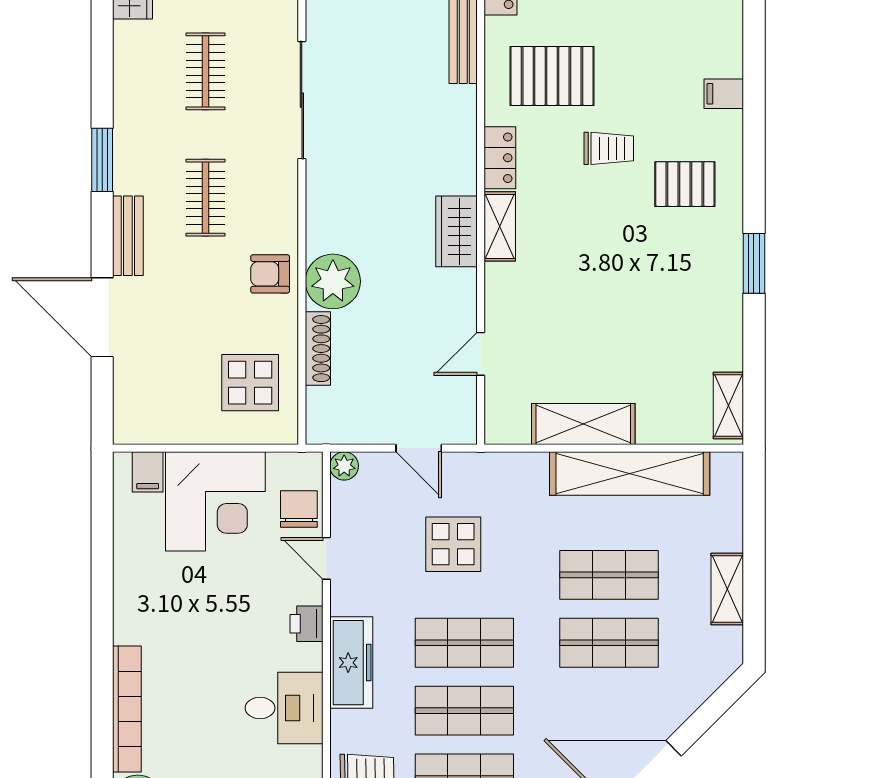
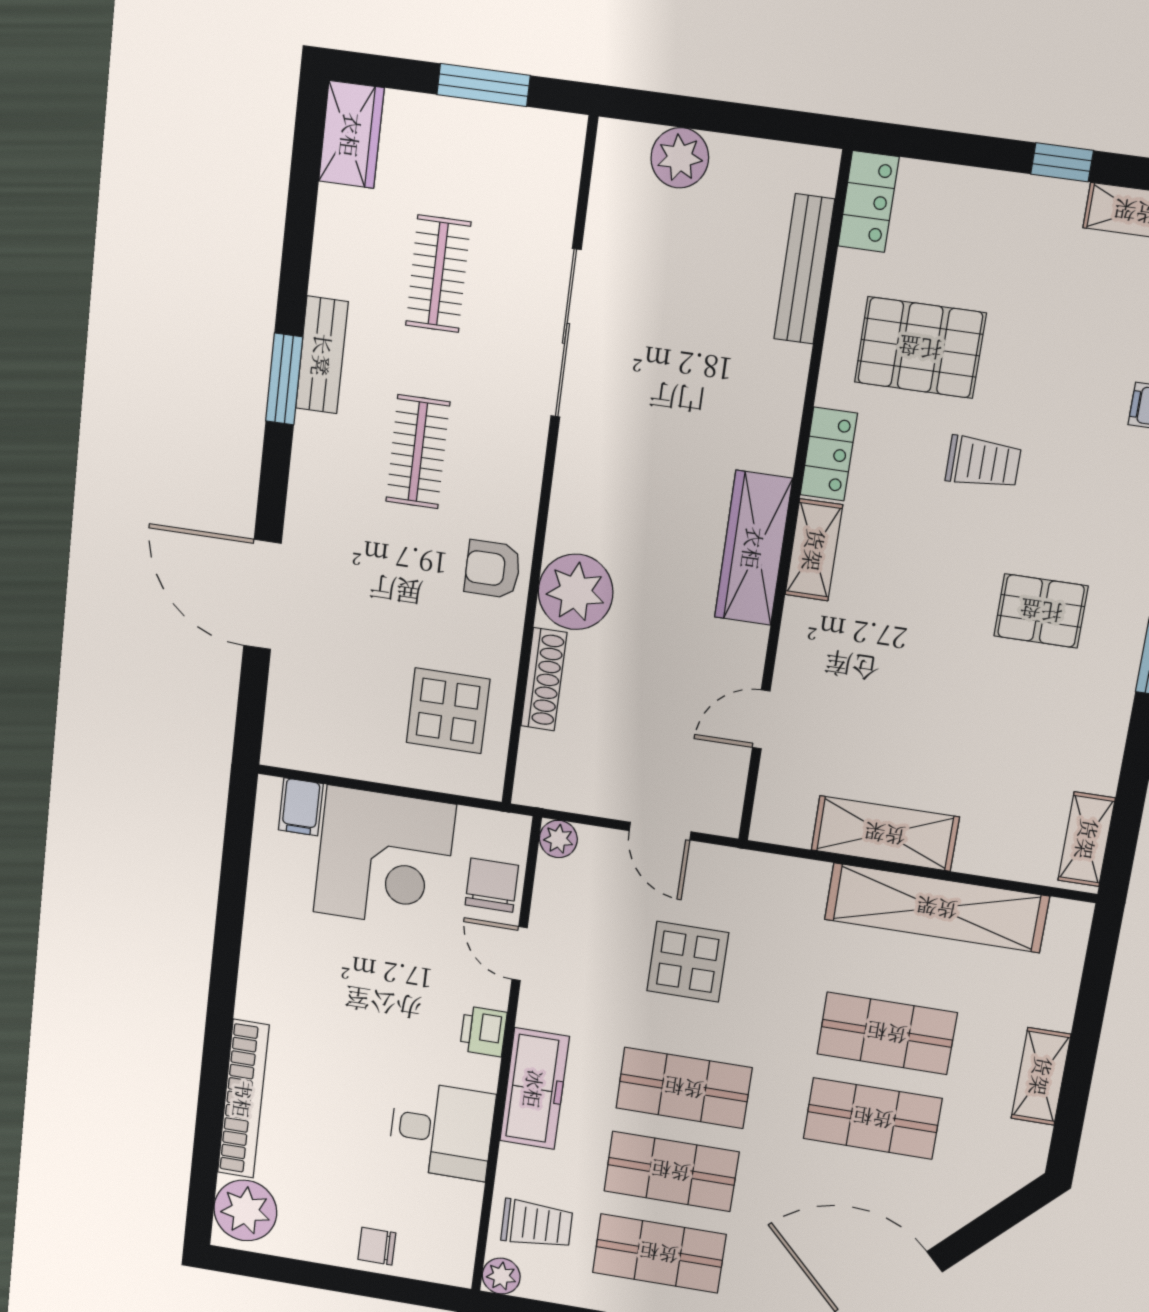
pallet: (685, 184) -> (1041, 611), moved
wardrobe: (457, 231) -> (753, 548), width x1.50
bench: (128, 236) -> (322, 355), moved

